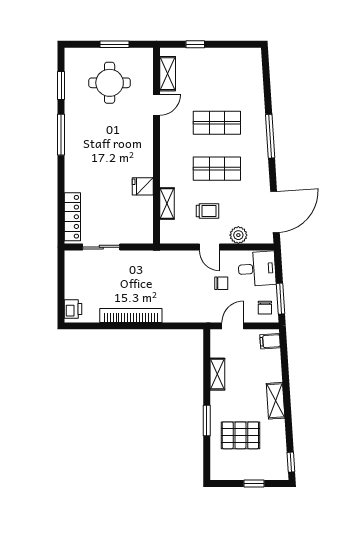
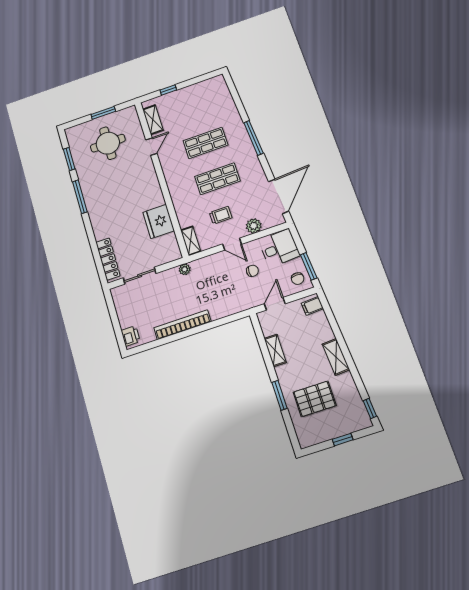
fridge: (143, 186) -> (159, 221), width x1.88, depth x1.34
shelving: (167, 204) -> (191, 241), moved
plant: (151, 257) -> (185, 269), added

